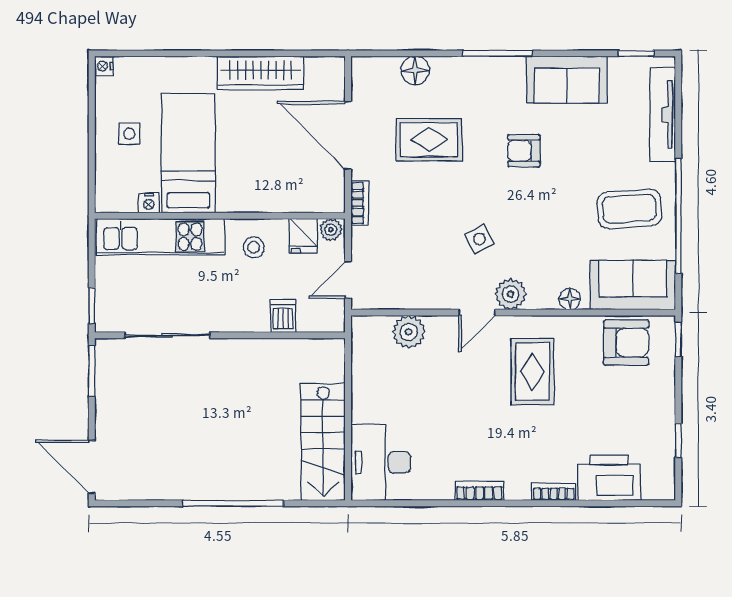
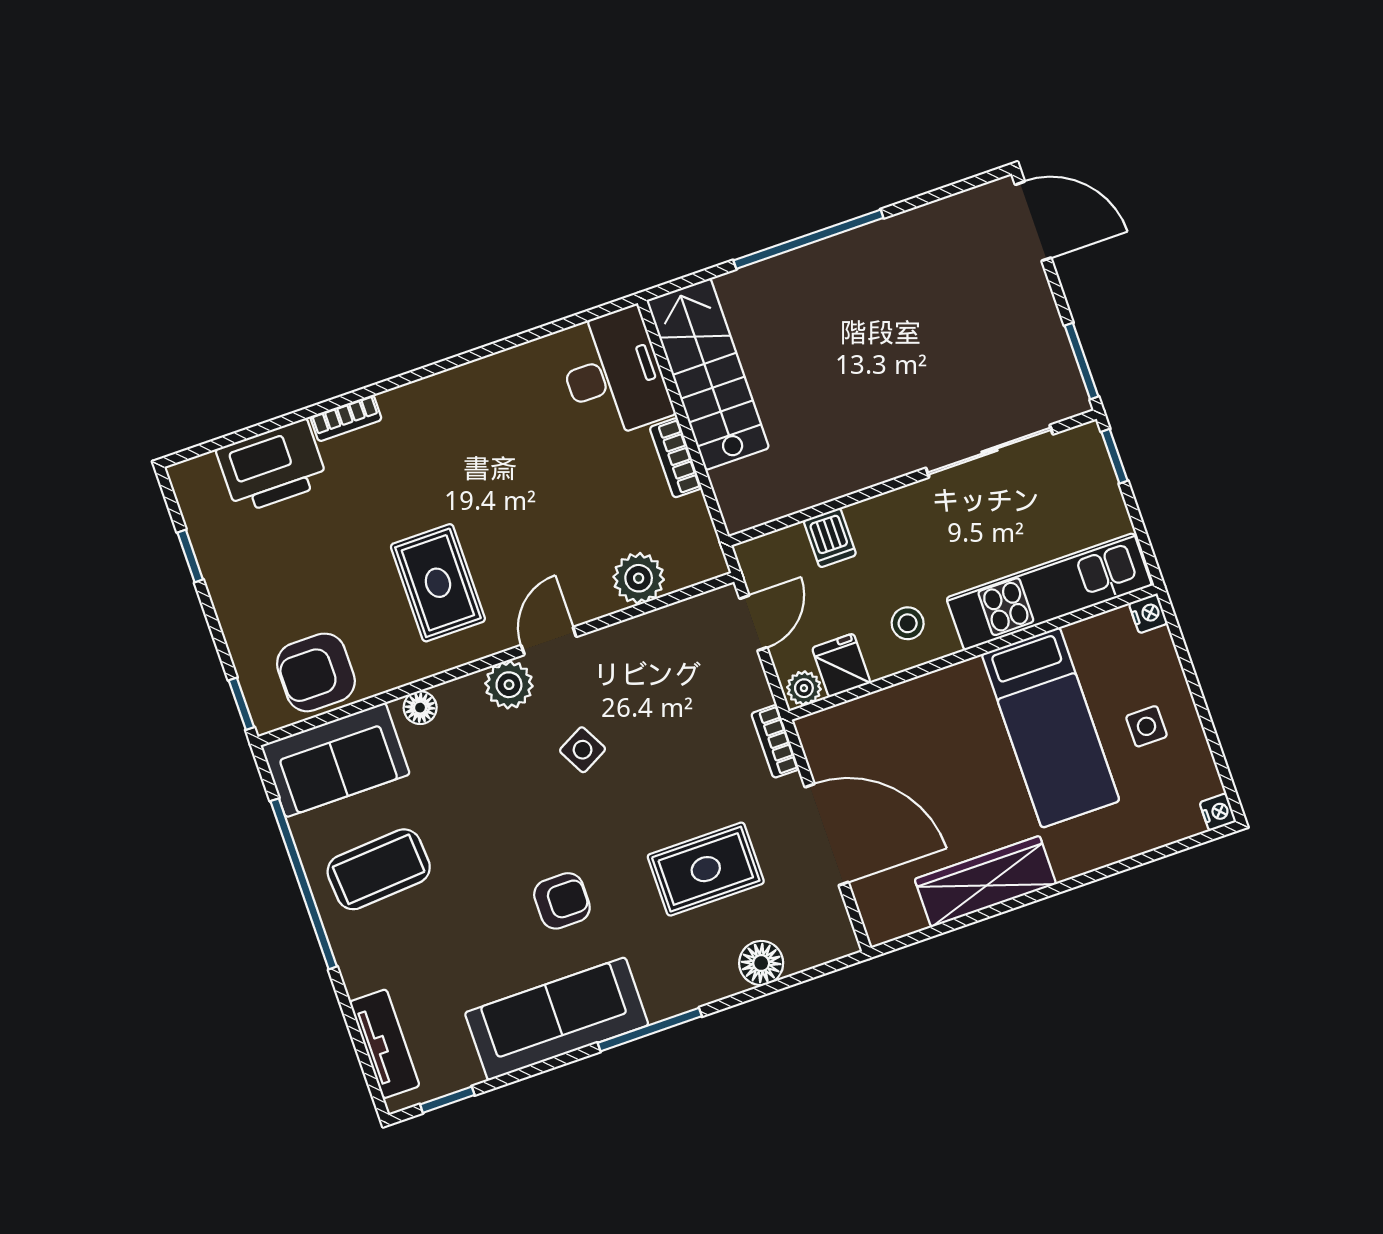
sofa: (567, 80) -> (557, 1019), width x1.36
tv unit: (663, 114) -> (385, 1044), width x0.71
nightstand: (149, 203) -> (1148, 613), moved, turned 90
bookcase: (479, 491) -> (676, 458), moved, turned 90

